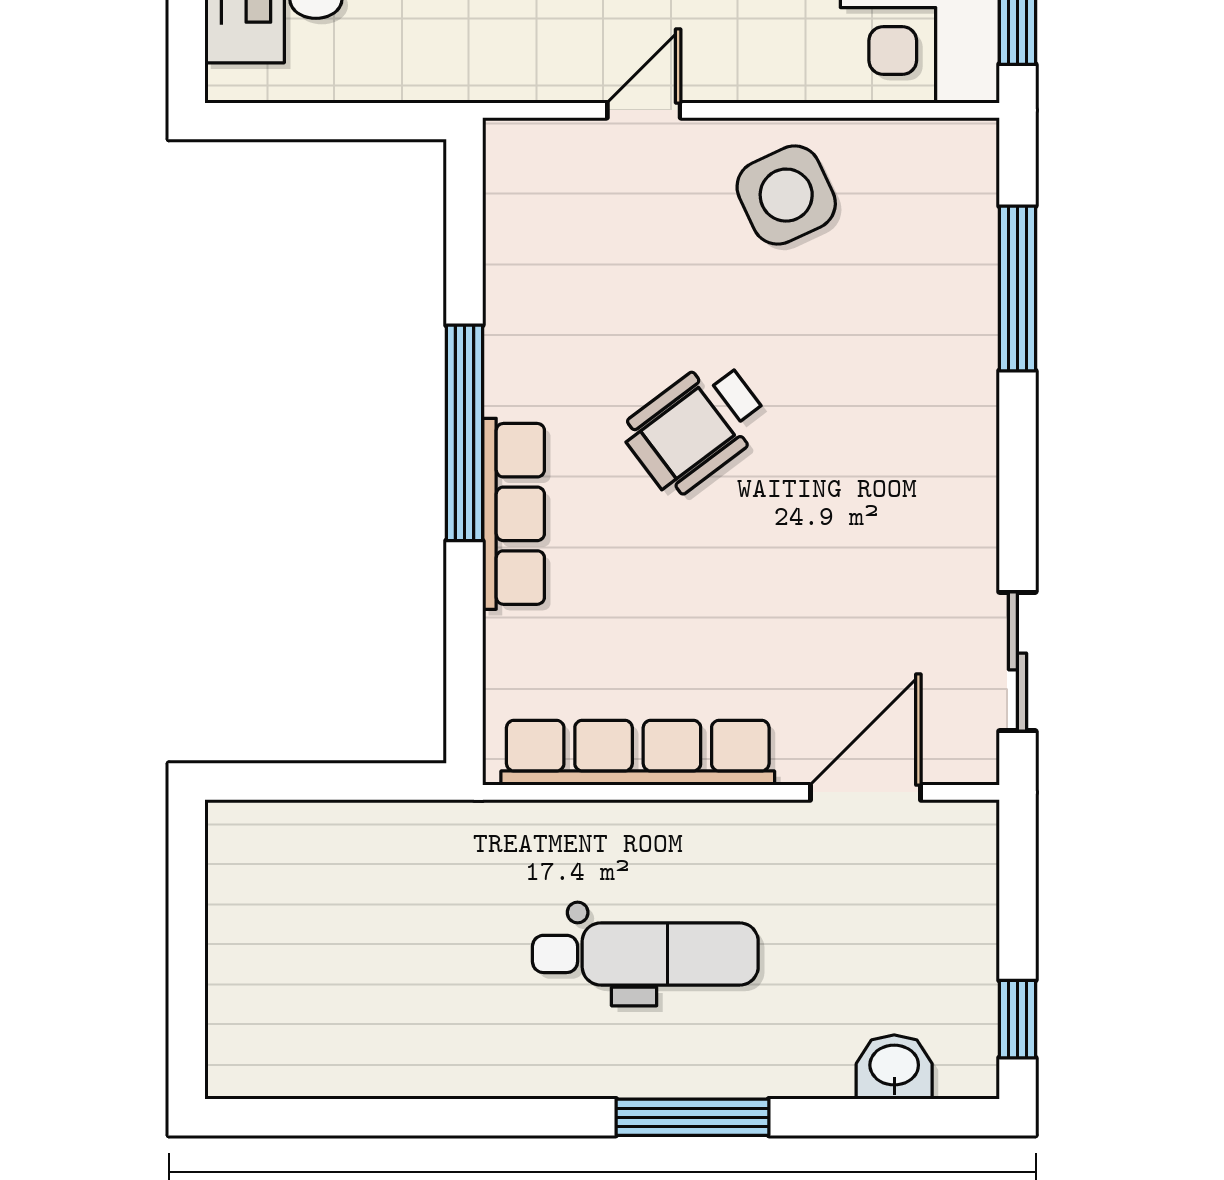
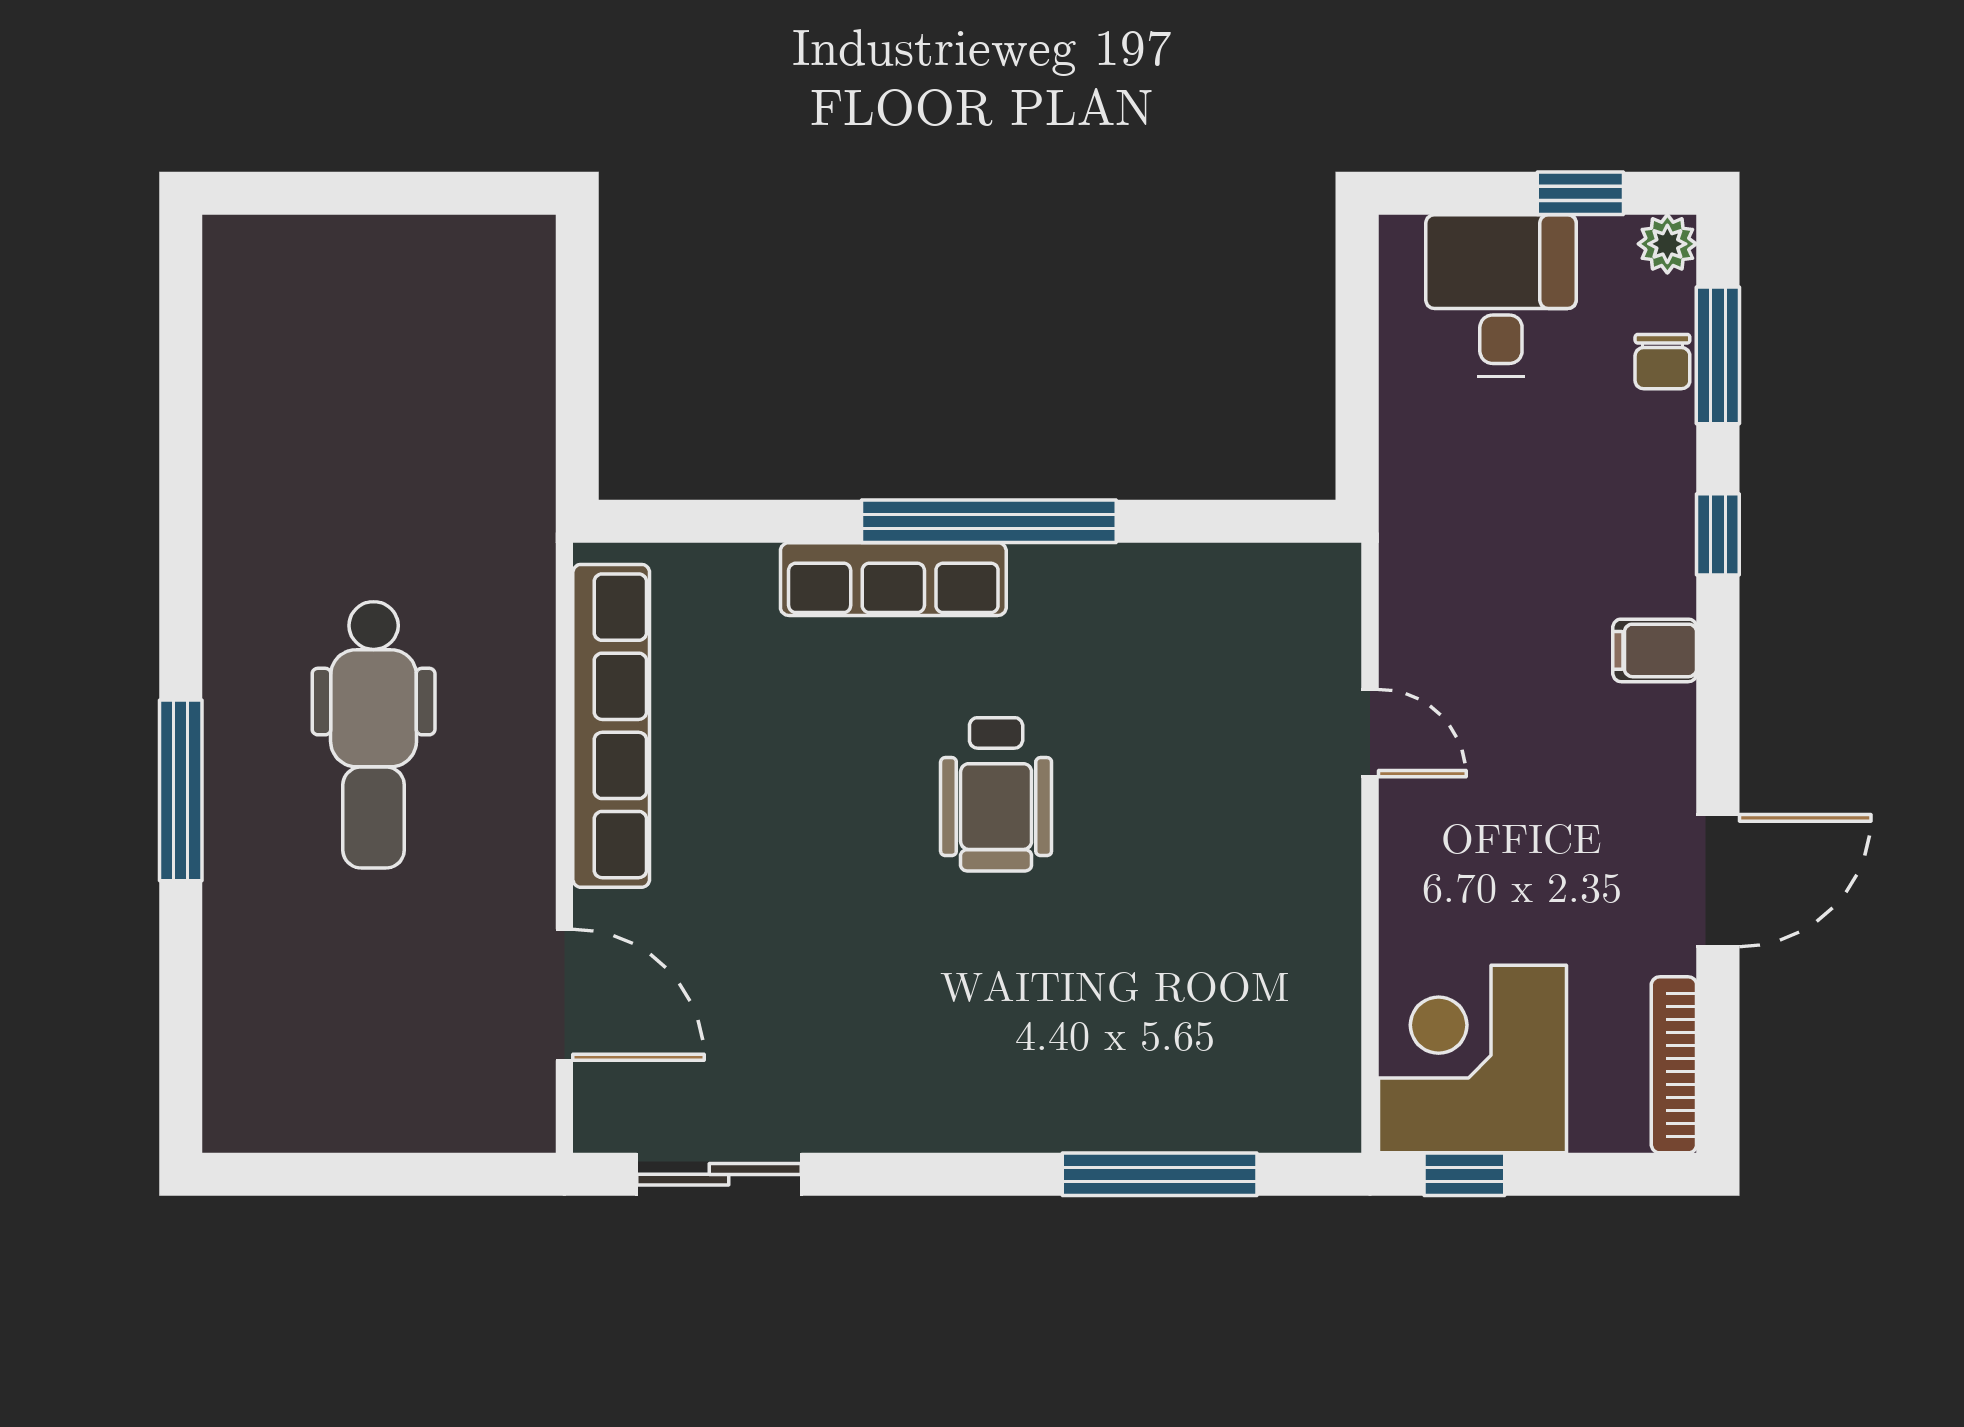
side table: (786, 195) -> (1270, 901), removed
wheelchair: (696, 427) -> (996, 794), turned -143
window: (1017, 1019) -> (297, 1174), removed
washbasin: (894, 1067) -> (240, 1029), removed

